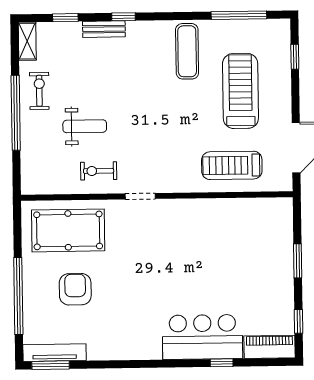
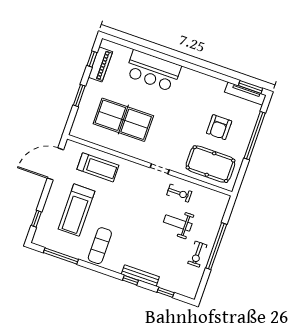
bench: (104, 29) -> (140, 275), width x1.36
shelving: (27, 41) -> (194, 287), removed
table tennis table: (220, 249) -> (123, 120), added
piano: (270, 347) -> (100, 64), moved, turned -90
window: (222, 363) -> (147, 51), removed

